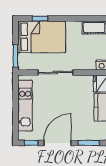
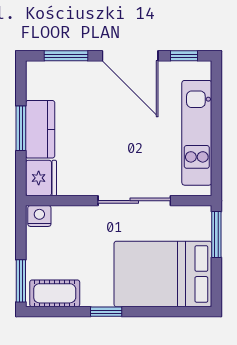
window: (40, 19) -> (106, 312), moved
door: (57, 143) -> (130, 56), hinge flipped

